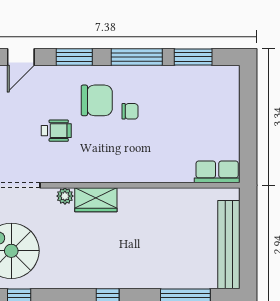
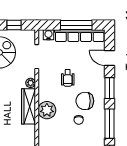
chair: (97, 100) -> (85, 101), turned 90
plant: (113, 167) -> (47, 110), added
wardrobe: (96, 200) -> (28, 106), width x1.50

